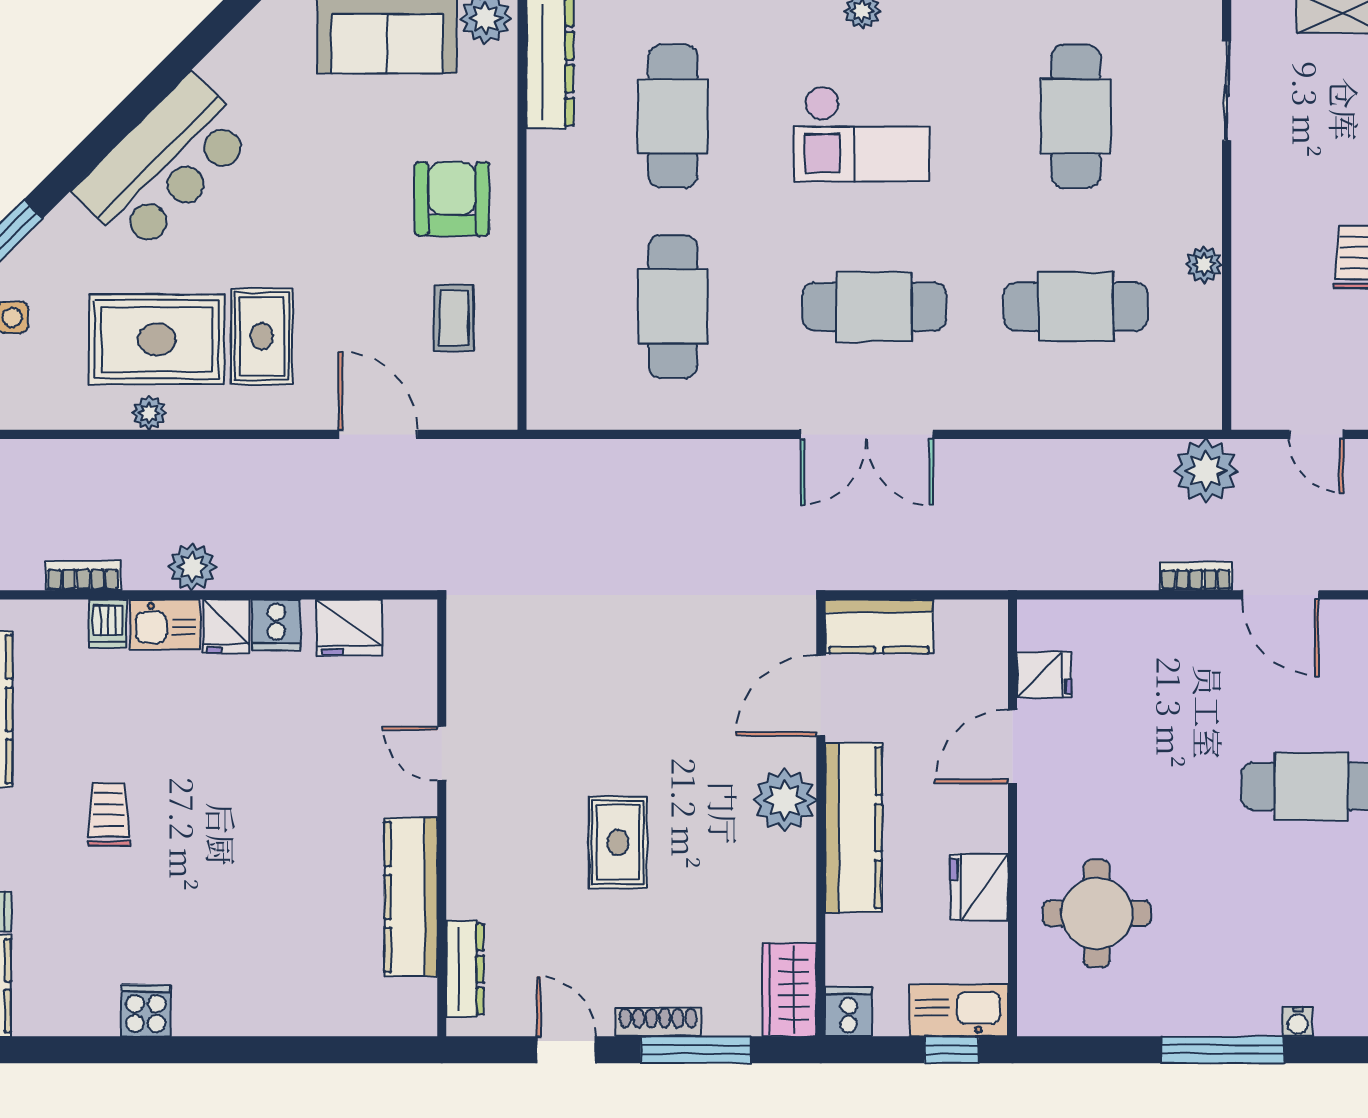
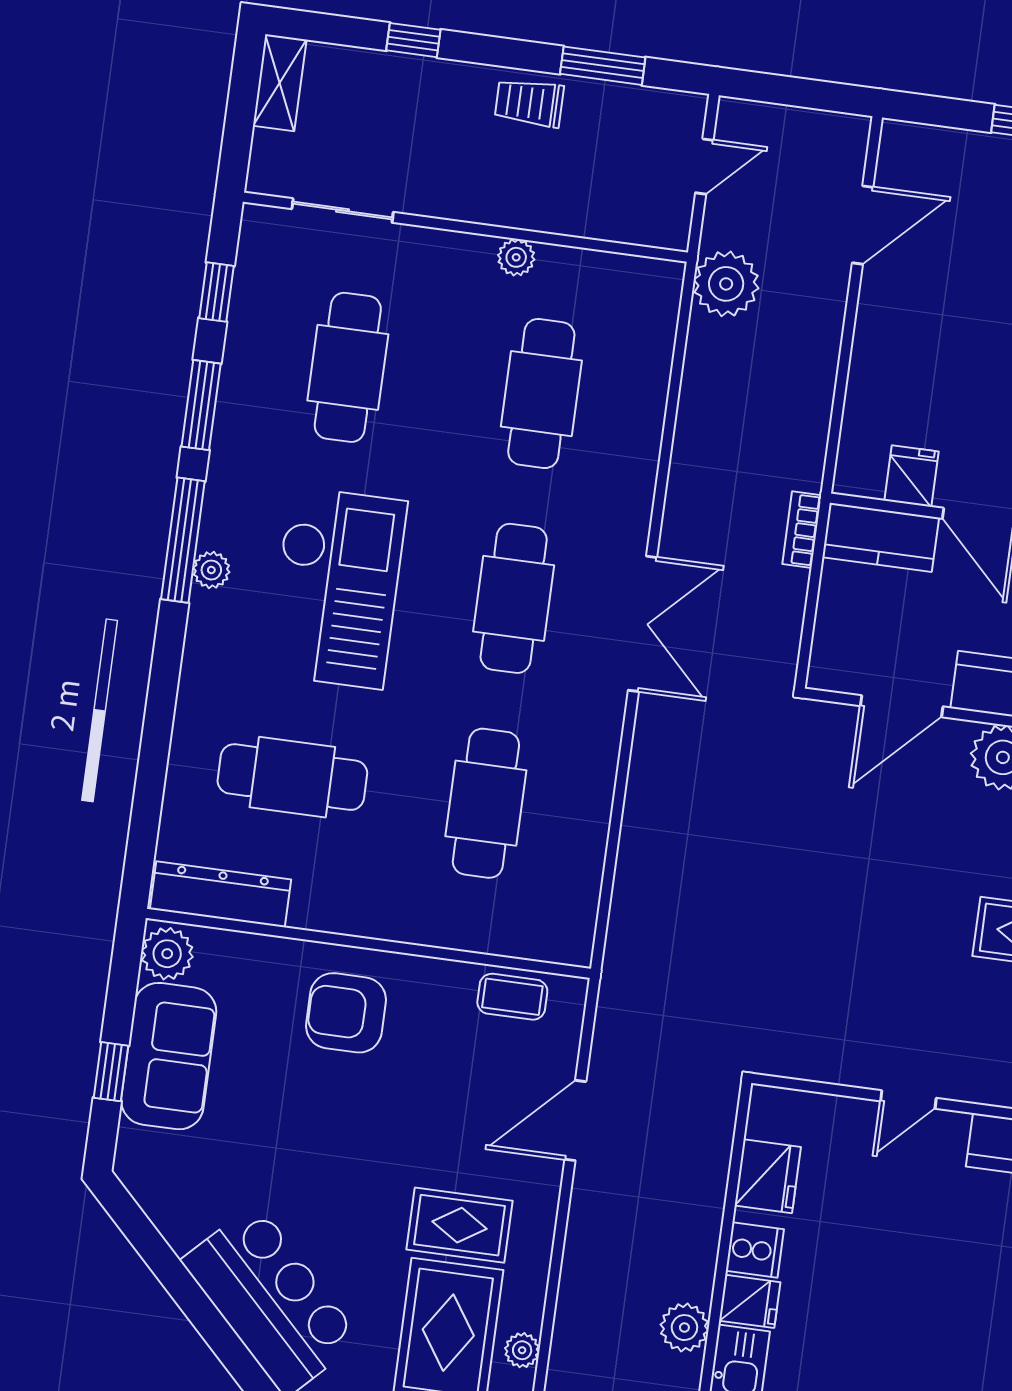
cafe table: (1076, 116) -> (348, 367), turned 90
checkout: (862, 134) -> (336, 588), width x1.36, depth x1.21
cafe table: (673, 307) -> (486, 803), turned 90
coffee table: (454, 318) -> (512, 997), moved
bookcase: (1196, 576) -> (802, 530), moved
kitchen counter: (879, 626) -> (881, 537), moved, turned 90
door: (821, 696) -> (902, 706), hinge flipped

